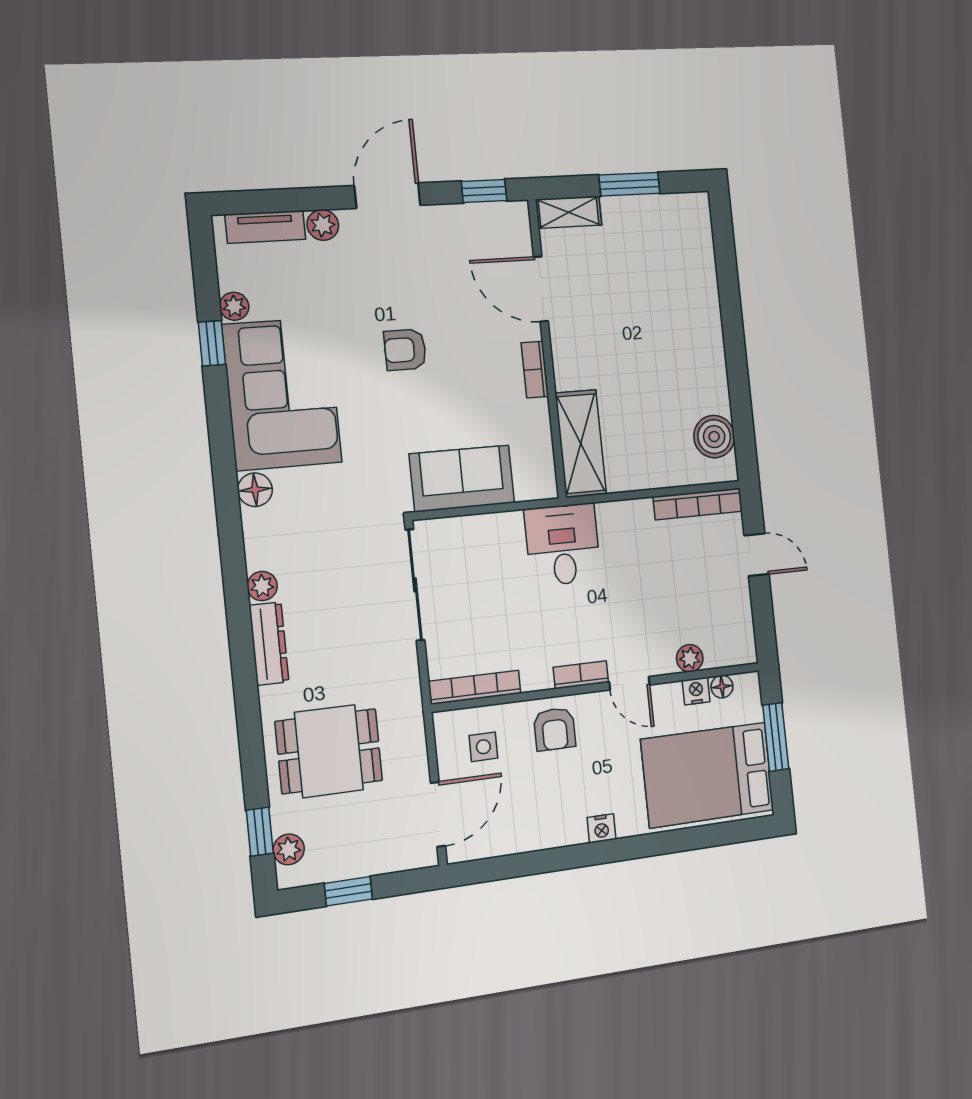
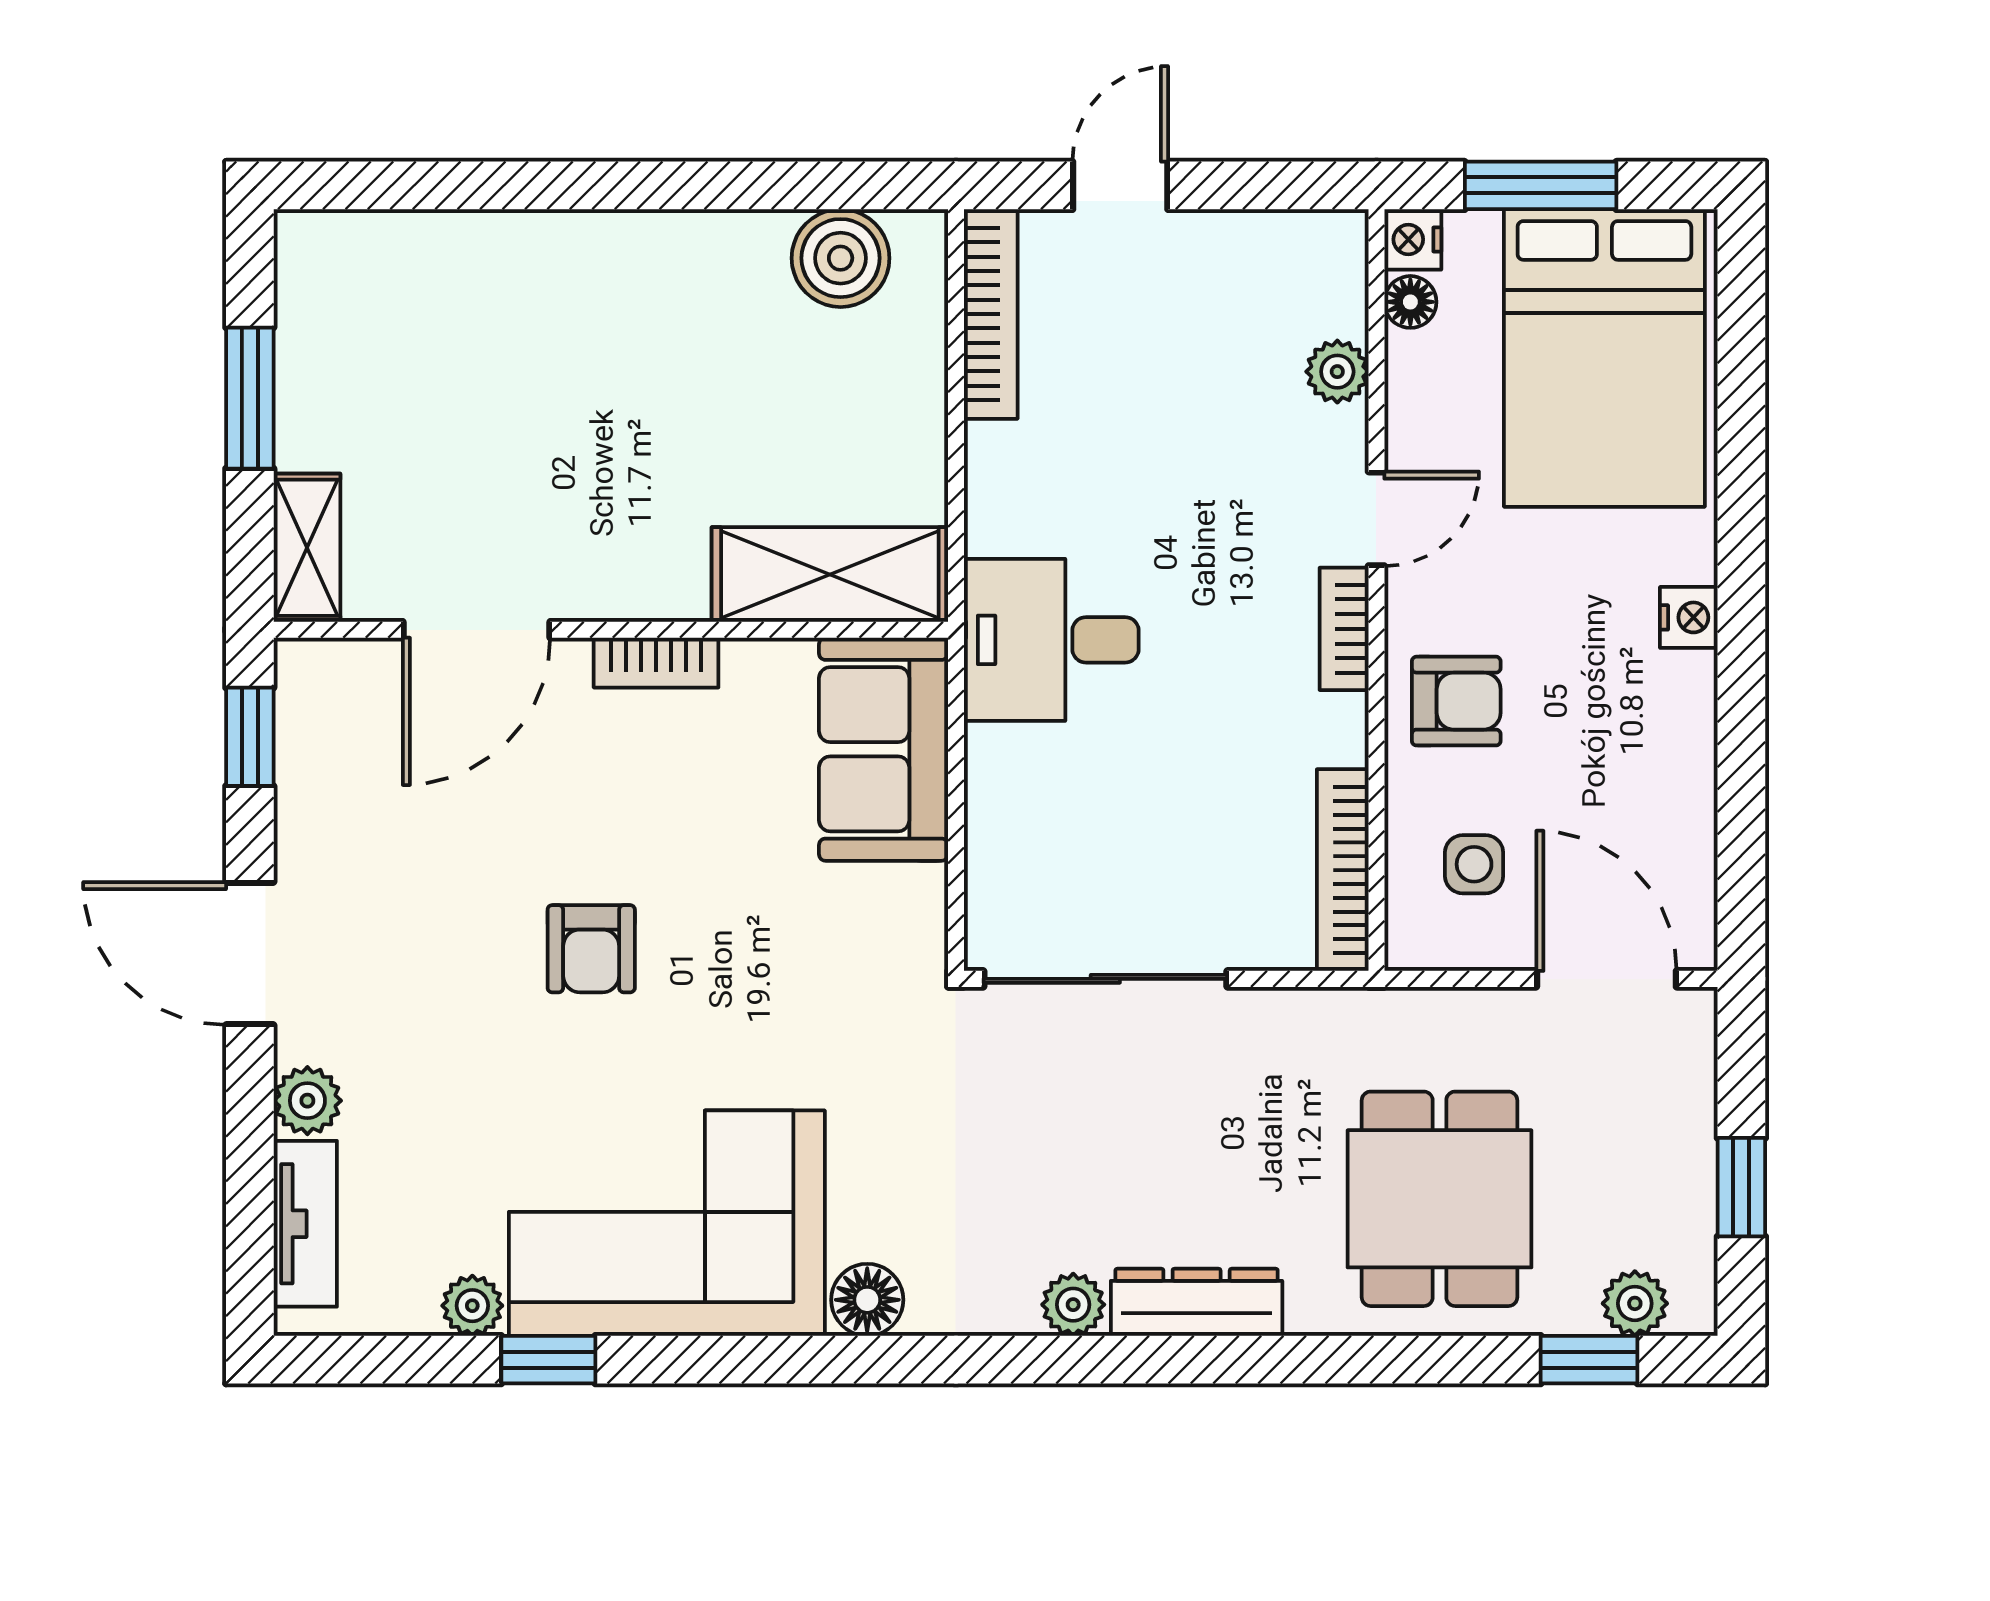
sofa: (462, 478) -> (883, 749), moved
nightstand: (696, 691) -> (1413, 239), moved

